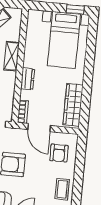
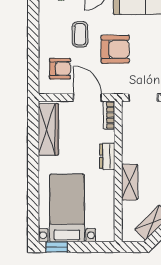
armchair: (59, 153) -> (60, 69), turned 90
coffee table: (62, 189) -> (80, 34), moved

